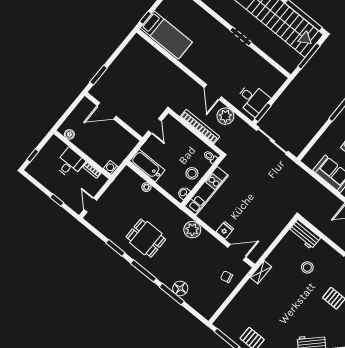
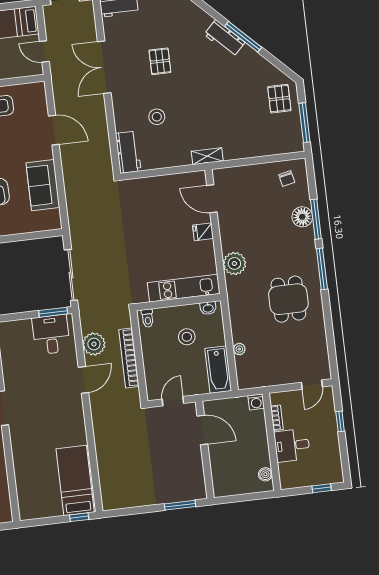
door: (107, 111) -> (202, 430), moved
stool: (192, 173) -> (187, 337), moved
window: (115, 248) -> (328, 319), removed
chair: (227, 277) -> (287, 179), moved

